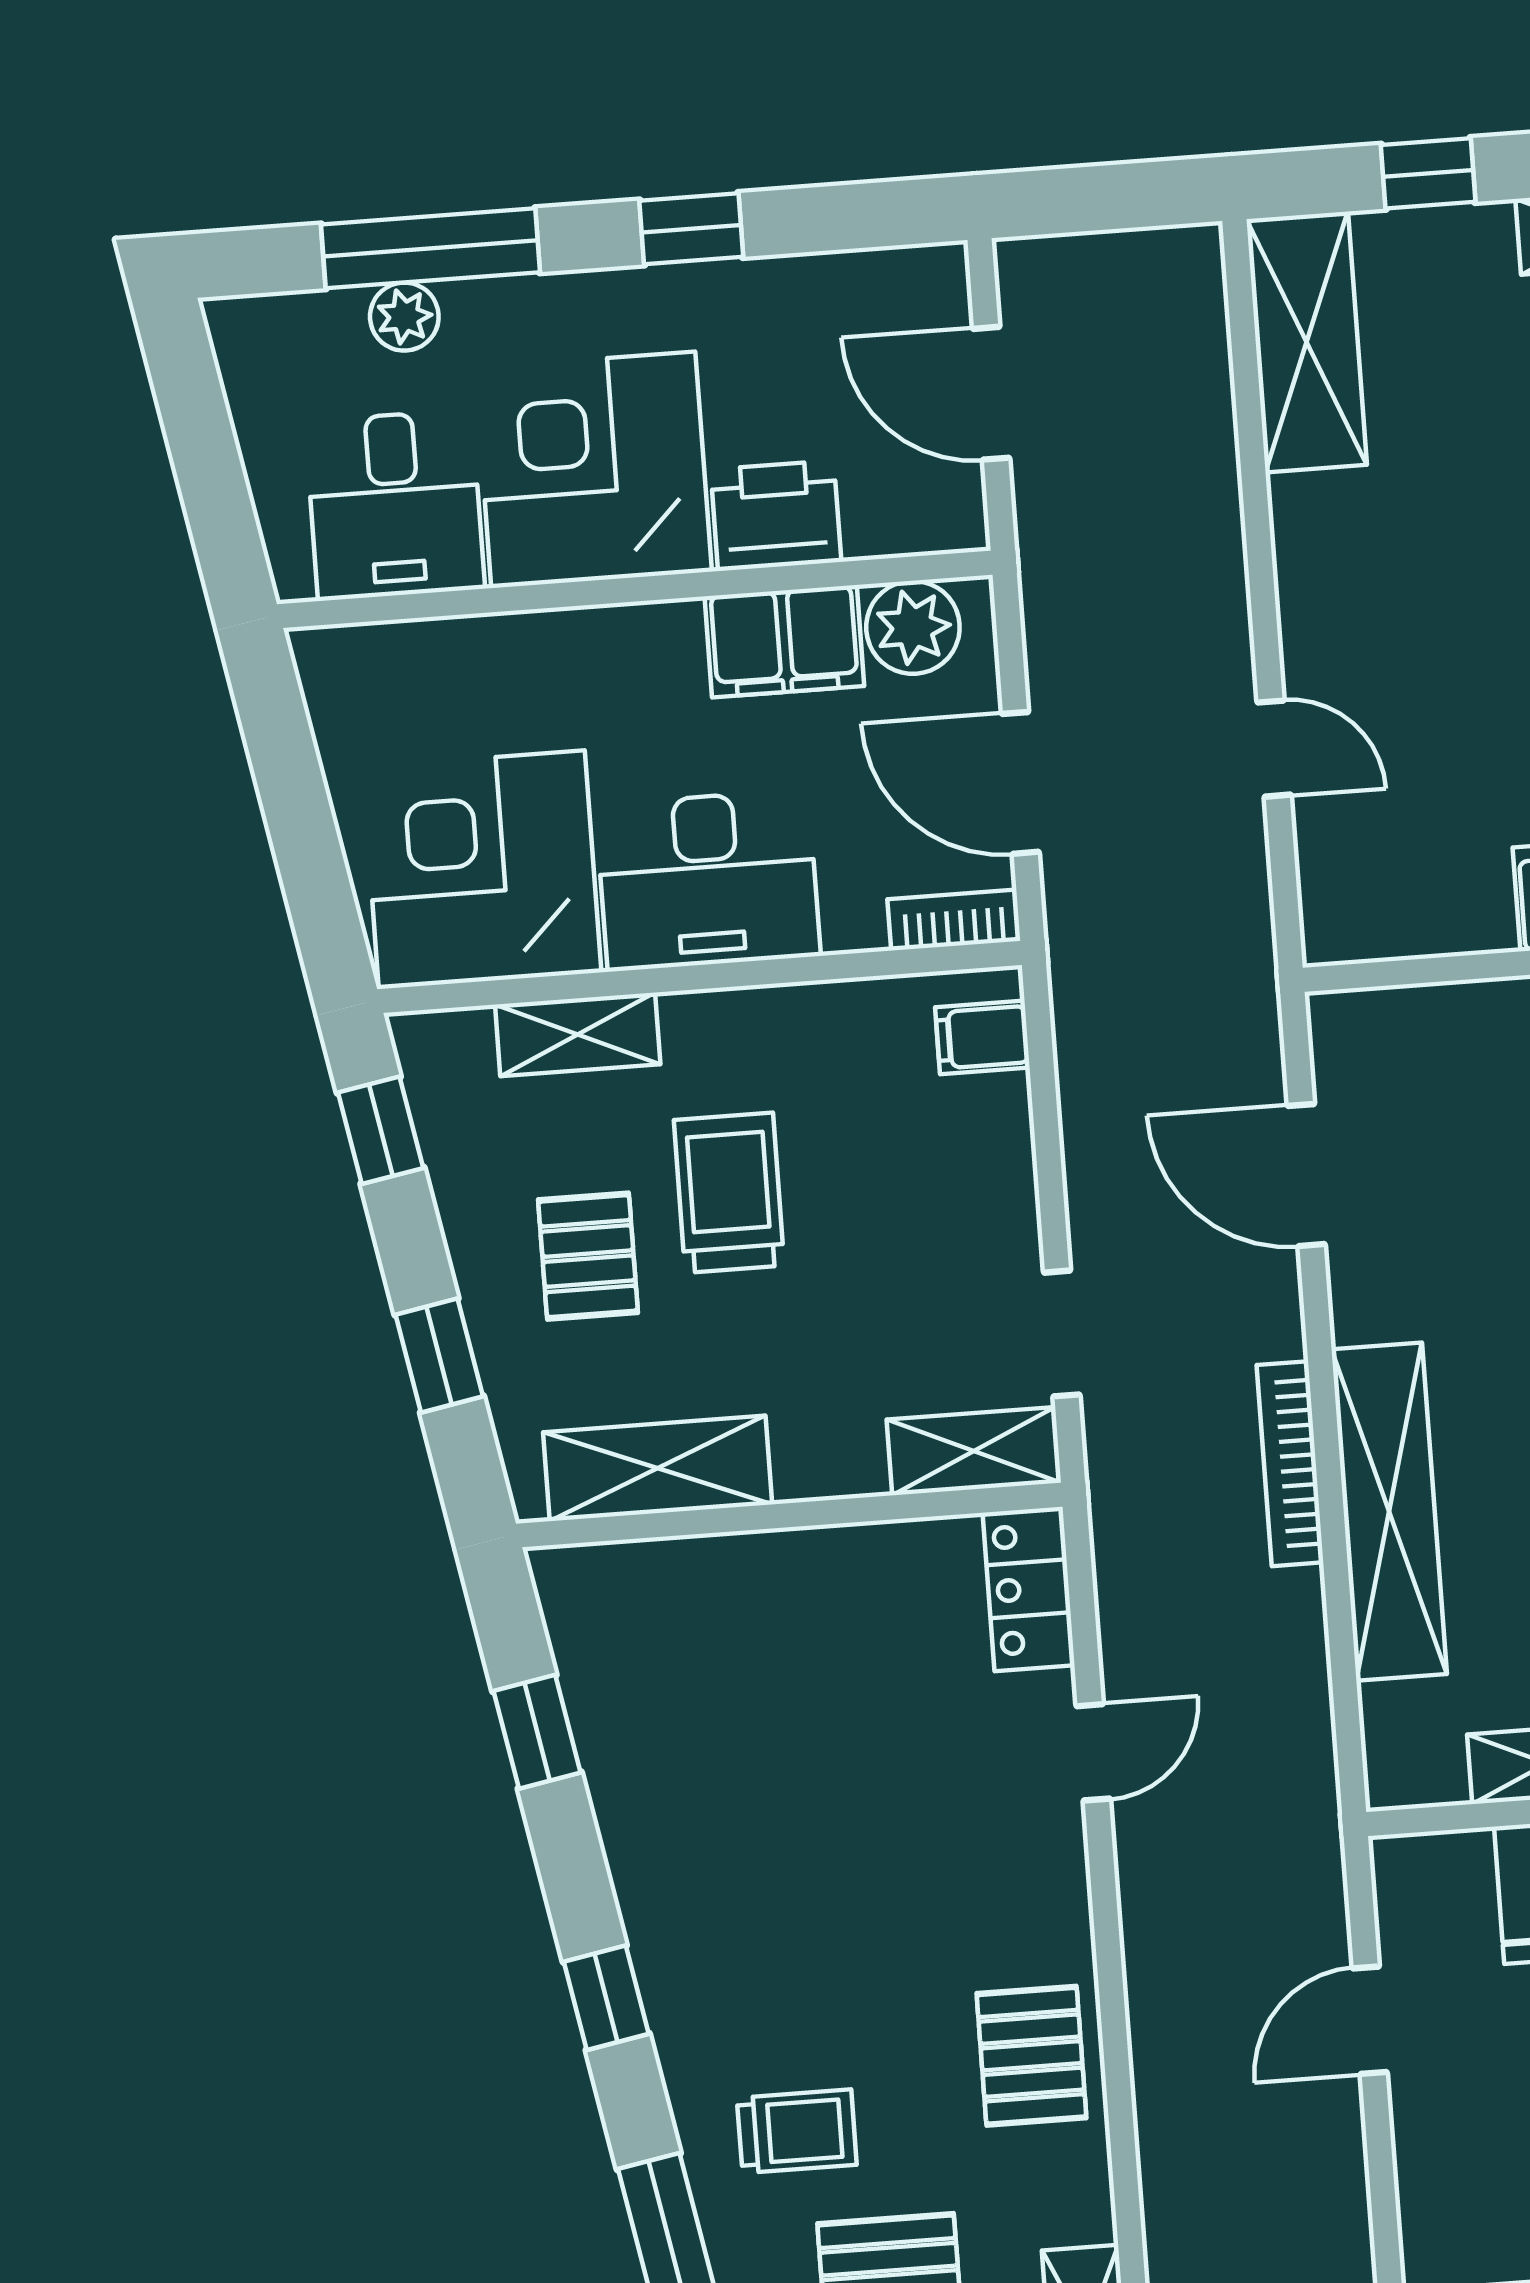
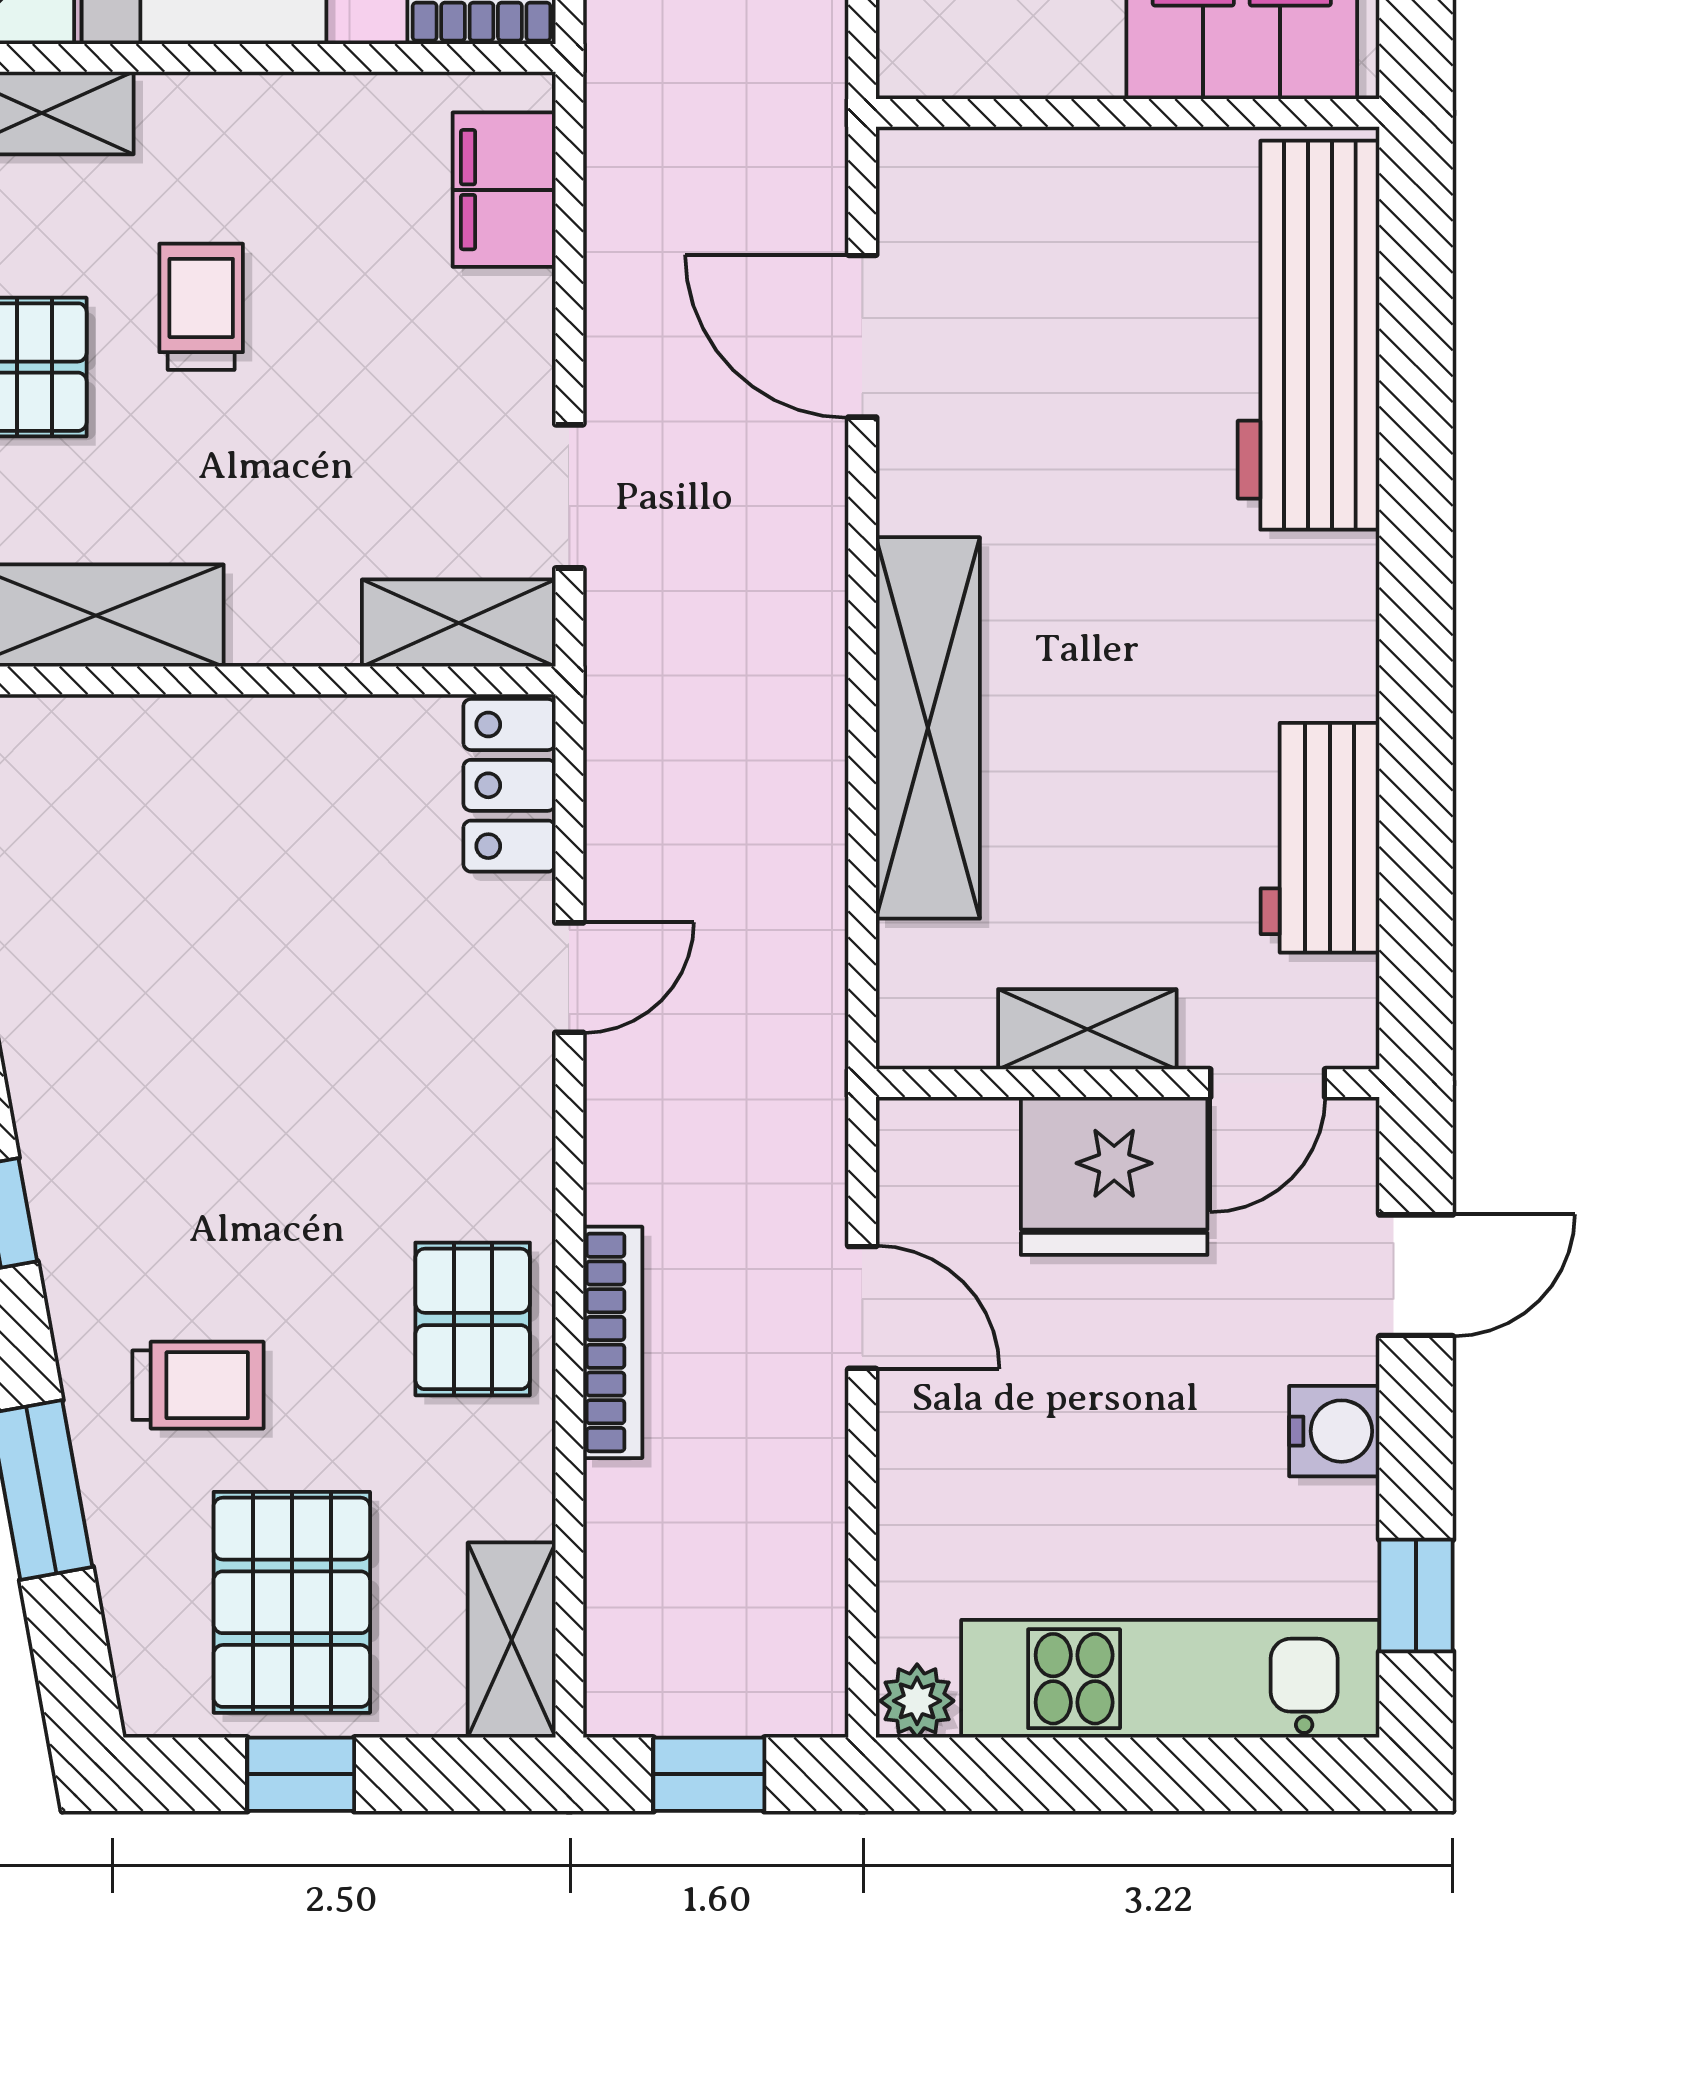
filing cabinet: (982, 1037) -> (504, 190), width x2.00
trolley: (729, 1193) -> (201, 307), width x0.73, depth x0.72
bookcase: (1290, 1464) -> (613, 1342), moved, turned 180
door: (1370, 2020) -> (862, 1307), swing flipped

